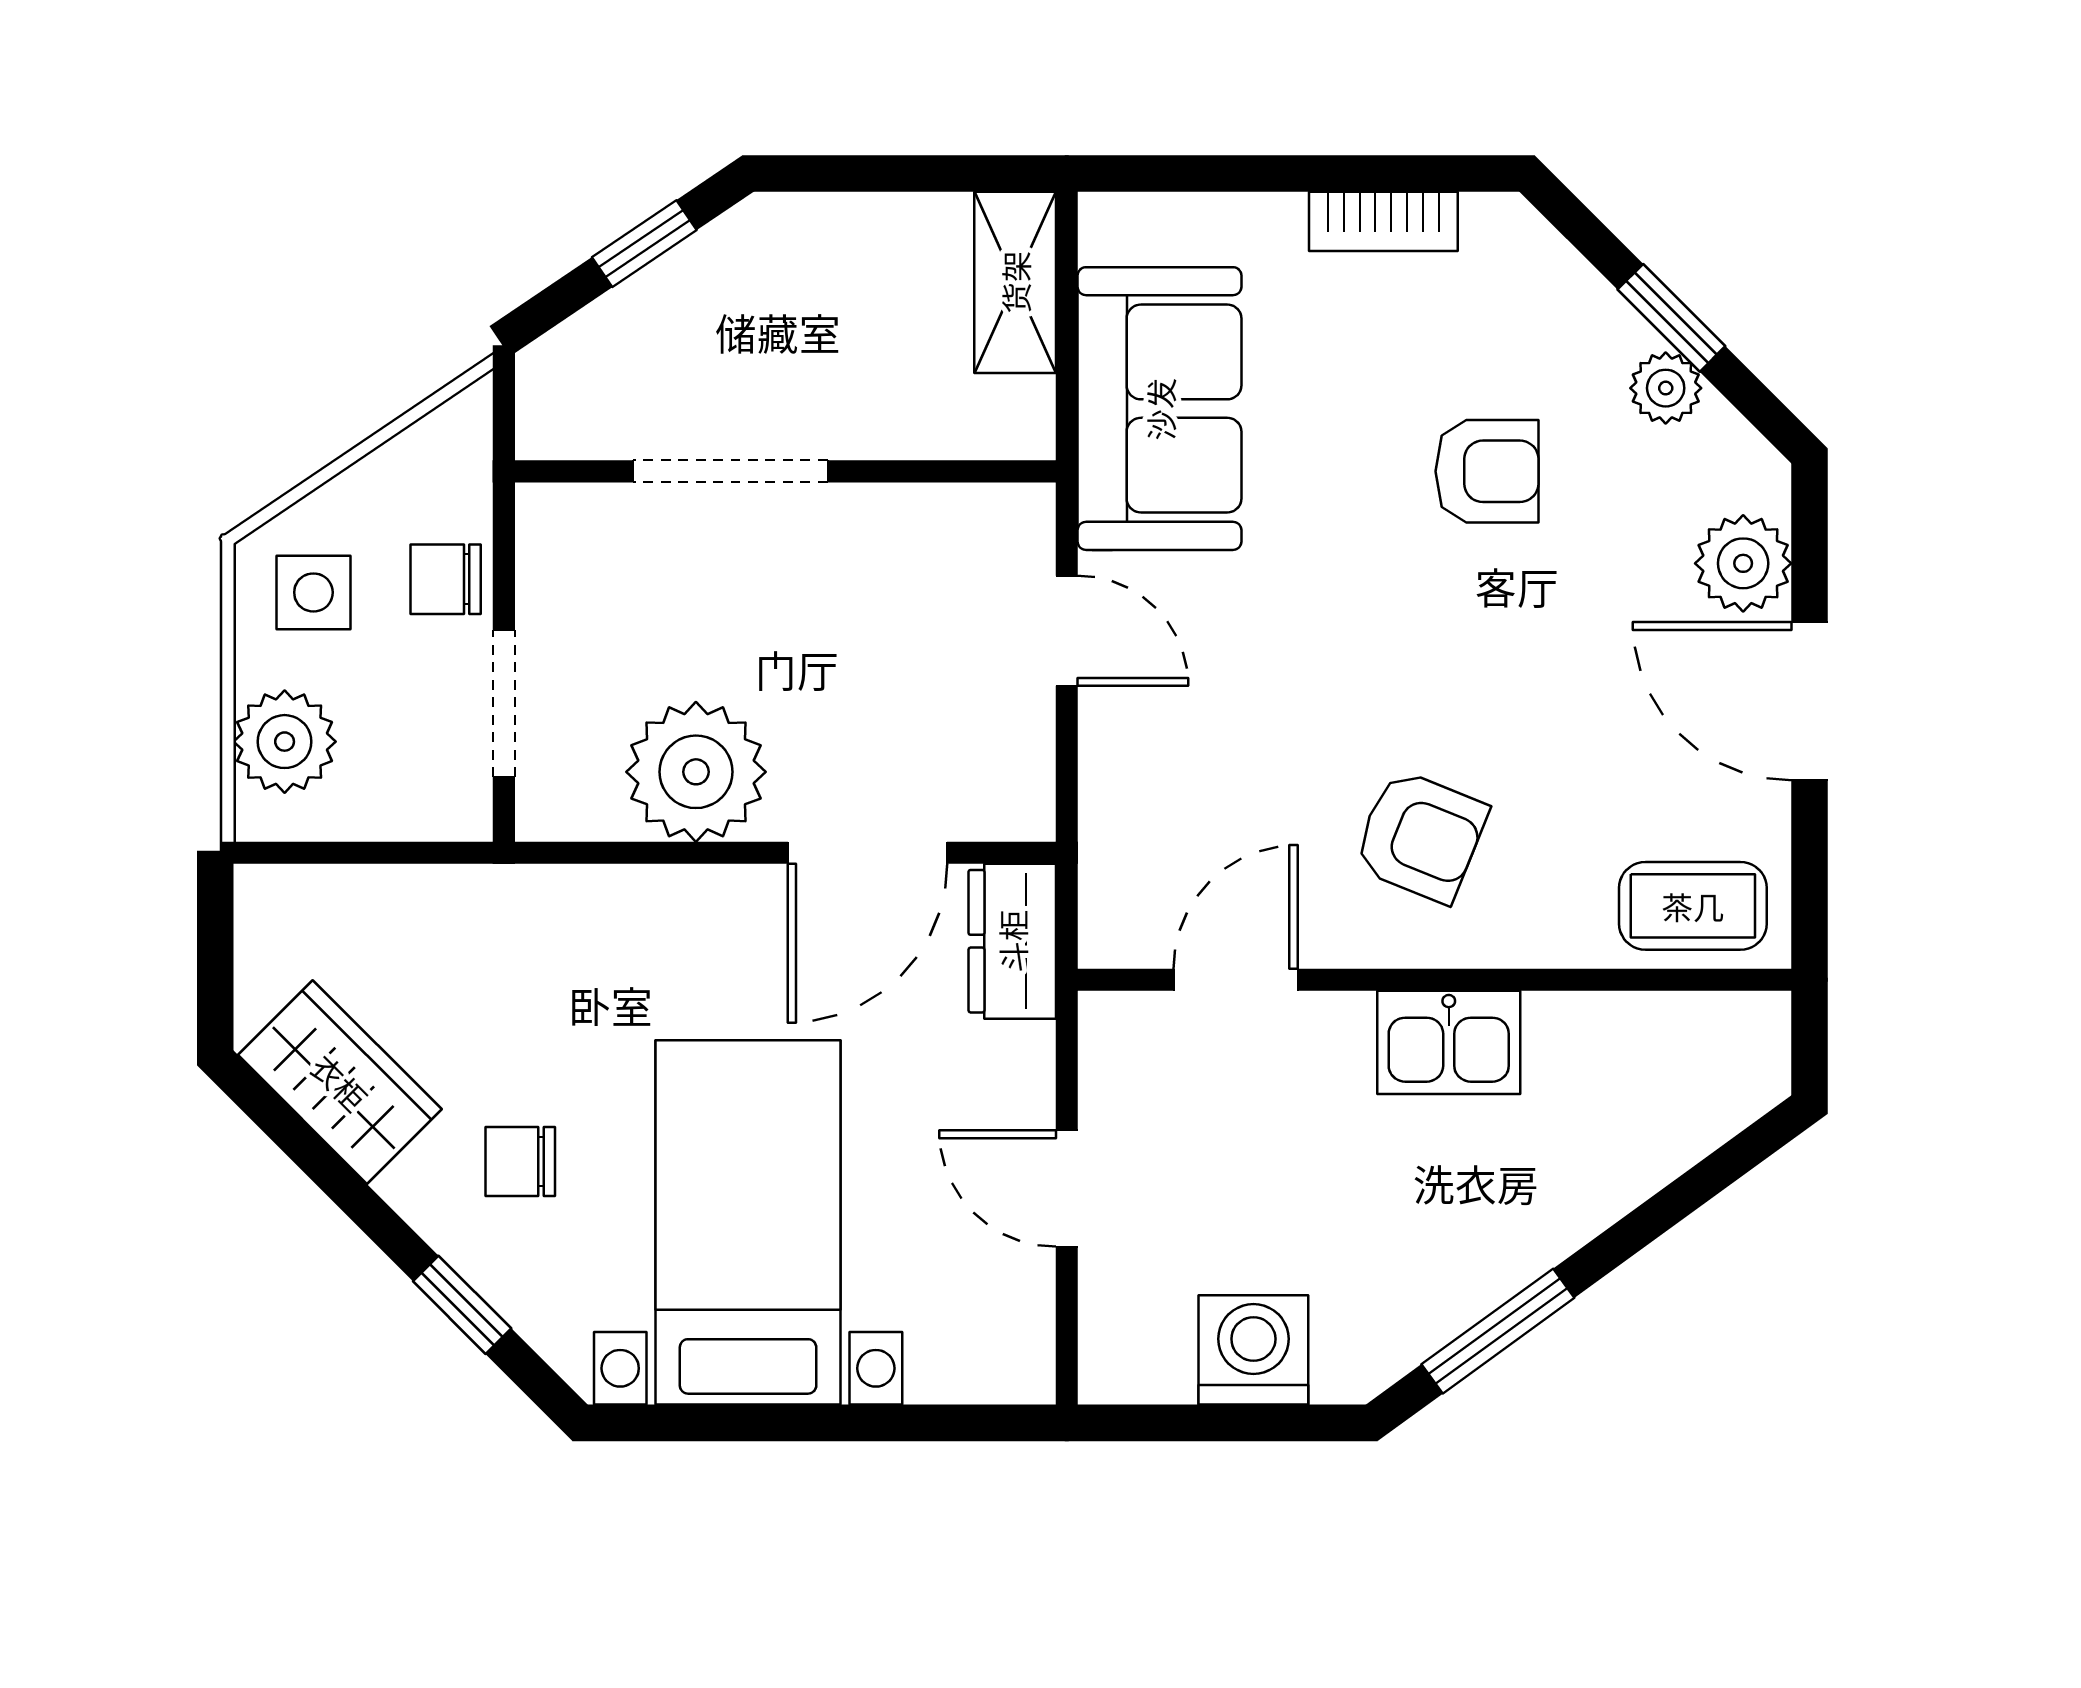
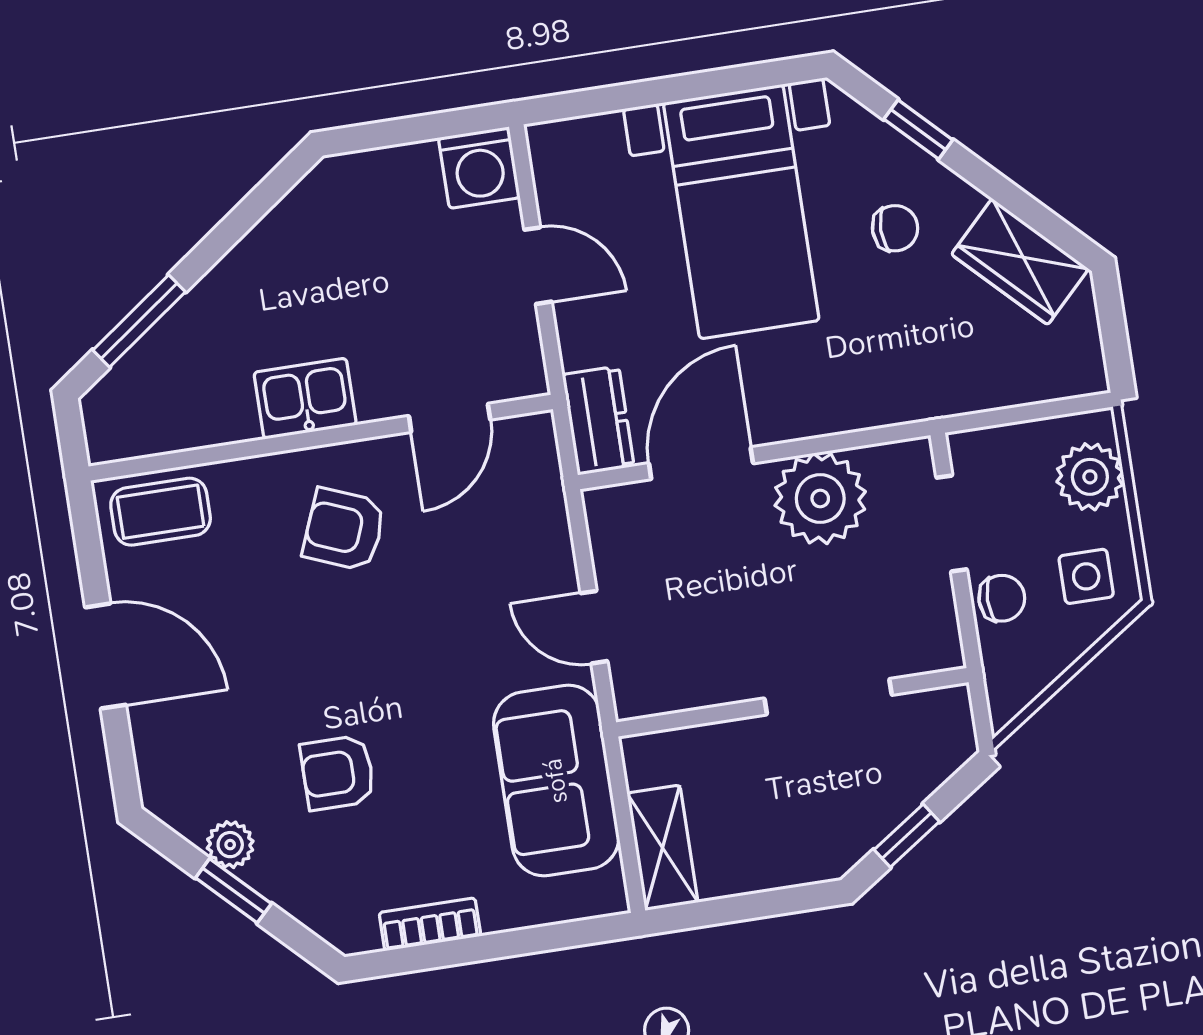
plant: (1743, 563) -> (162, 739), removed
window: (1498, 1331) -> (139, 321), moved
washing machine: (1253, 1350) -> (479, 168), moved

